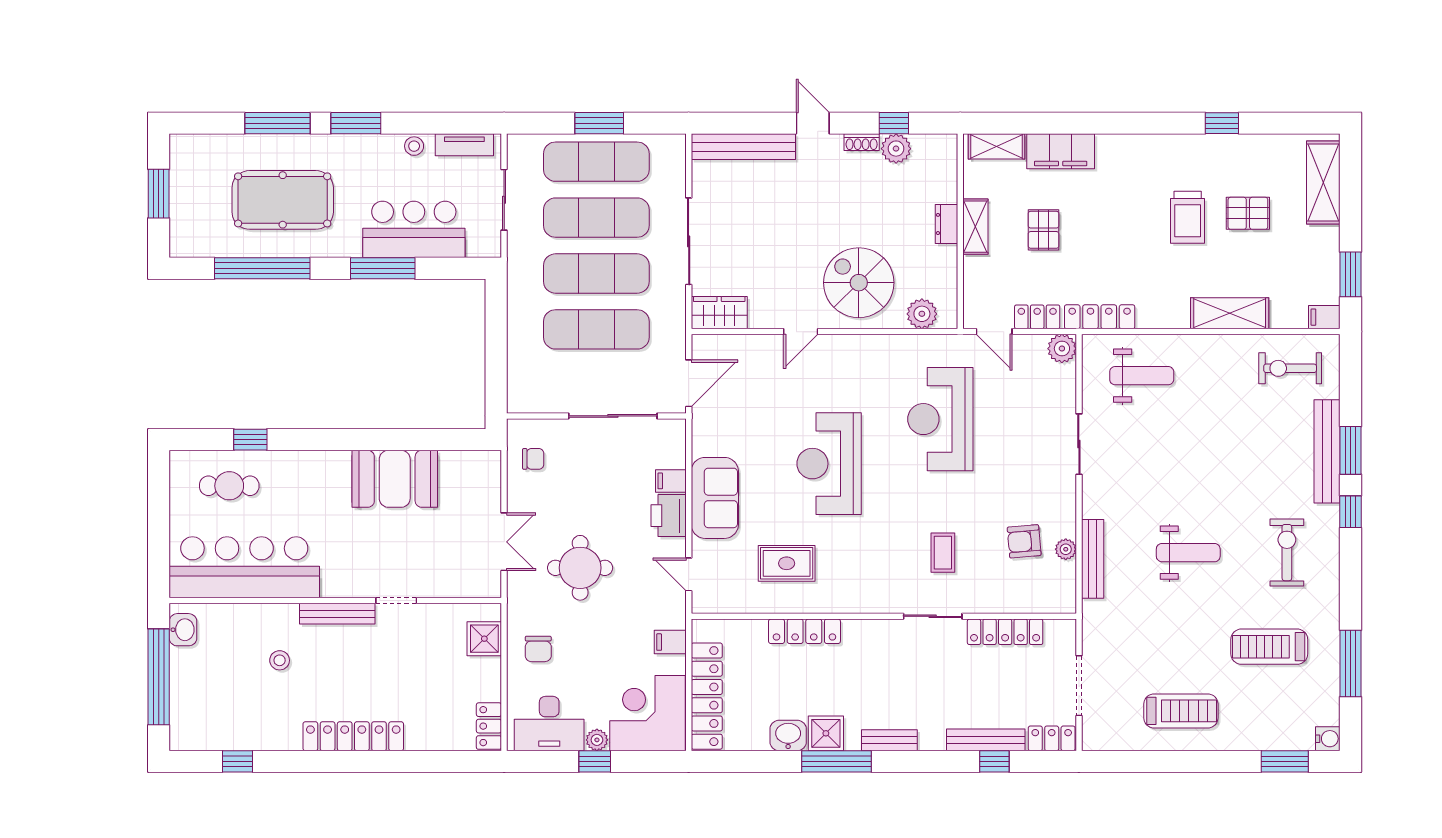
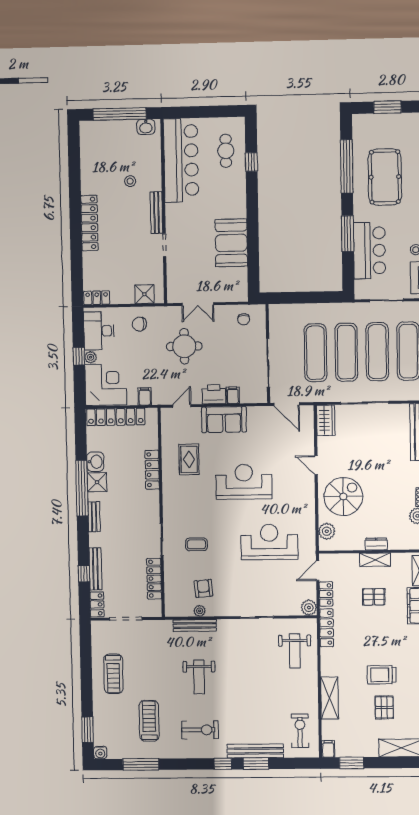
window: (237, 761) -> (74, 159), removed
window: (836, 761) -> (82, 488), width x1.46

